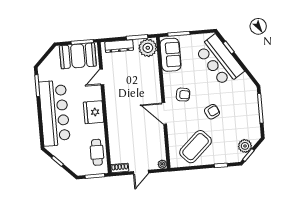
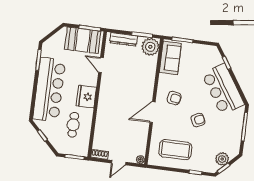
bar counter: (219, 60) -> (223, 89), moved
door: (102, 77) -> (101, 65), hinge flipped
door: (164, 113) -> (152, 112), hinge flipped
coffee table: (196, 147) -> (175, 150), turned 43
cafe table: (97, 152) -> (73, 125), moved

